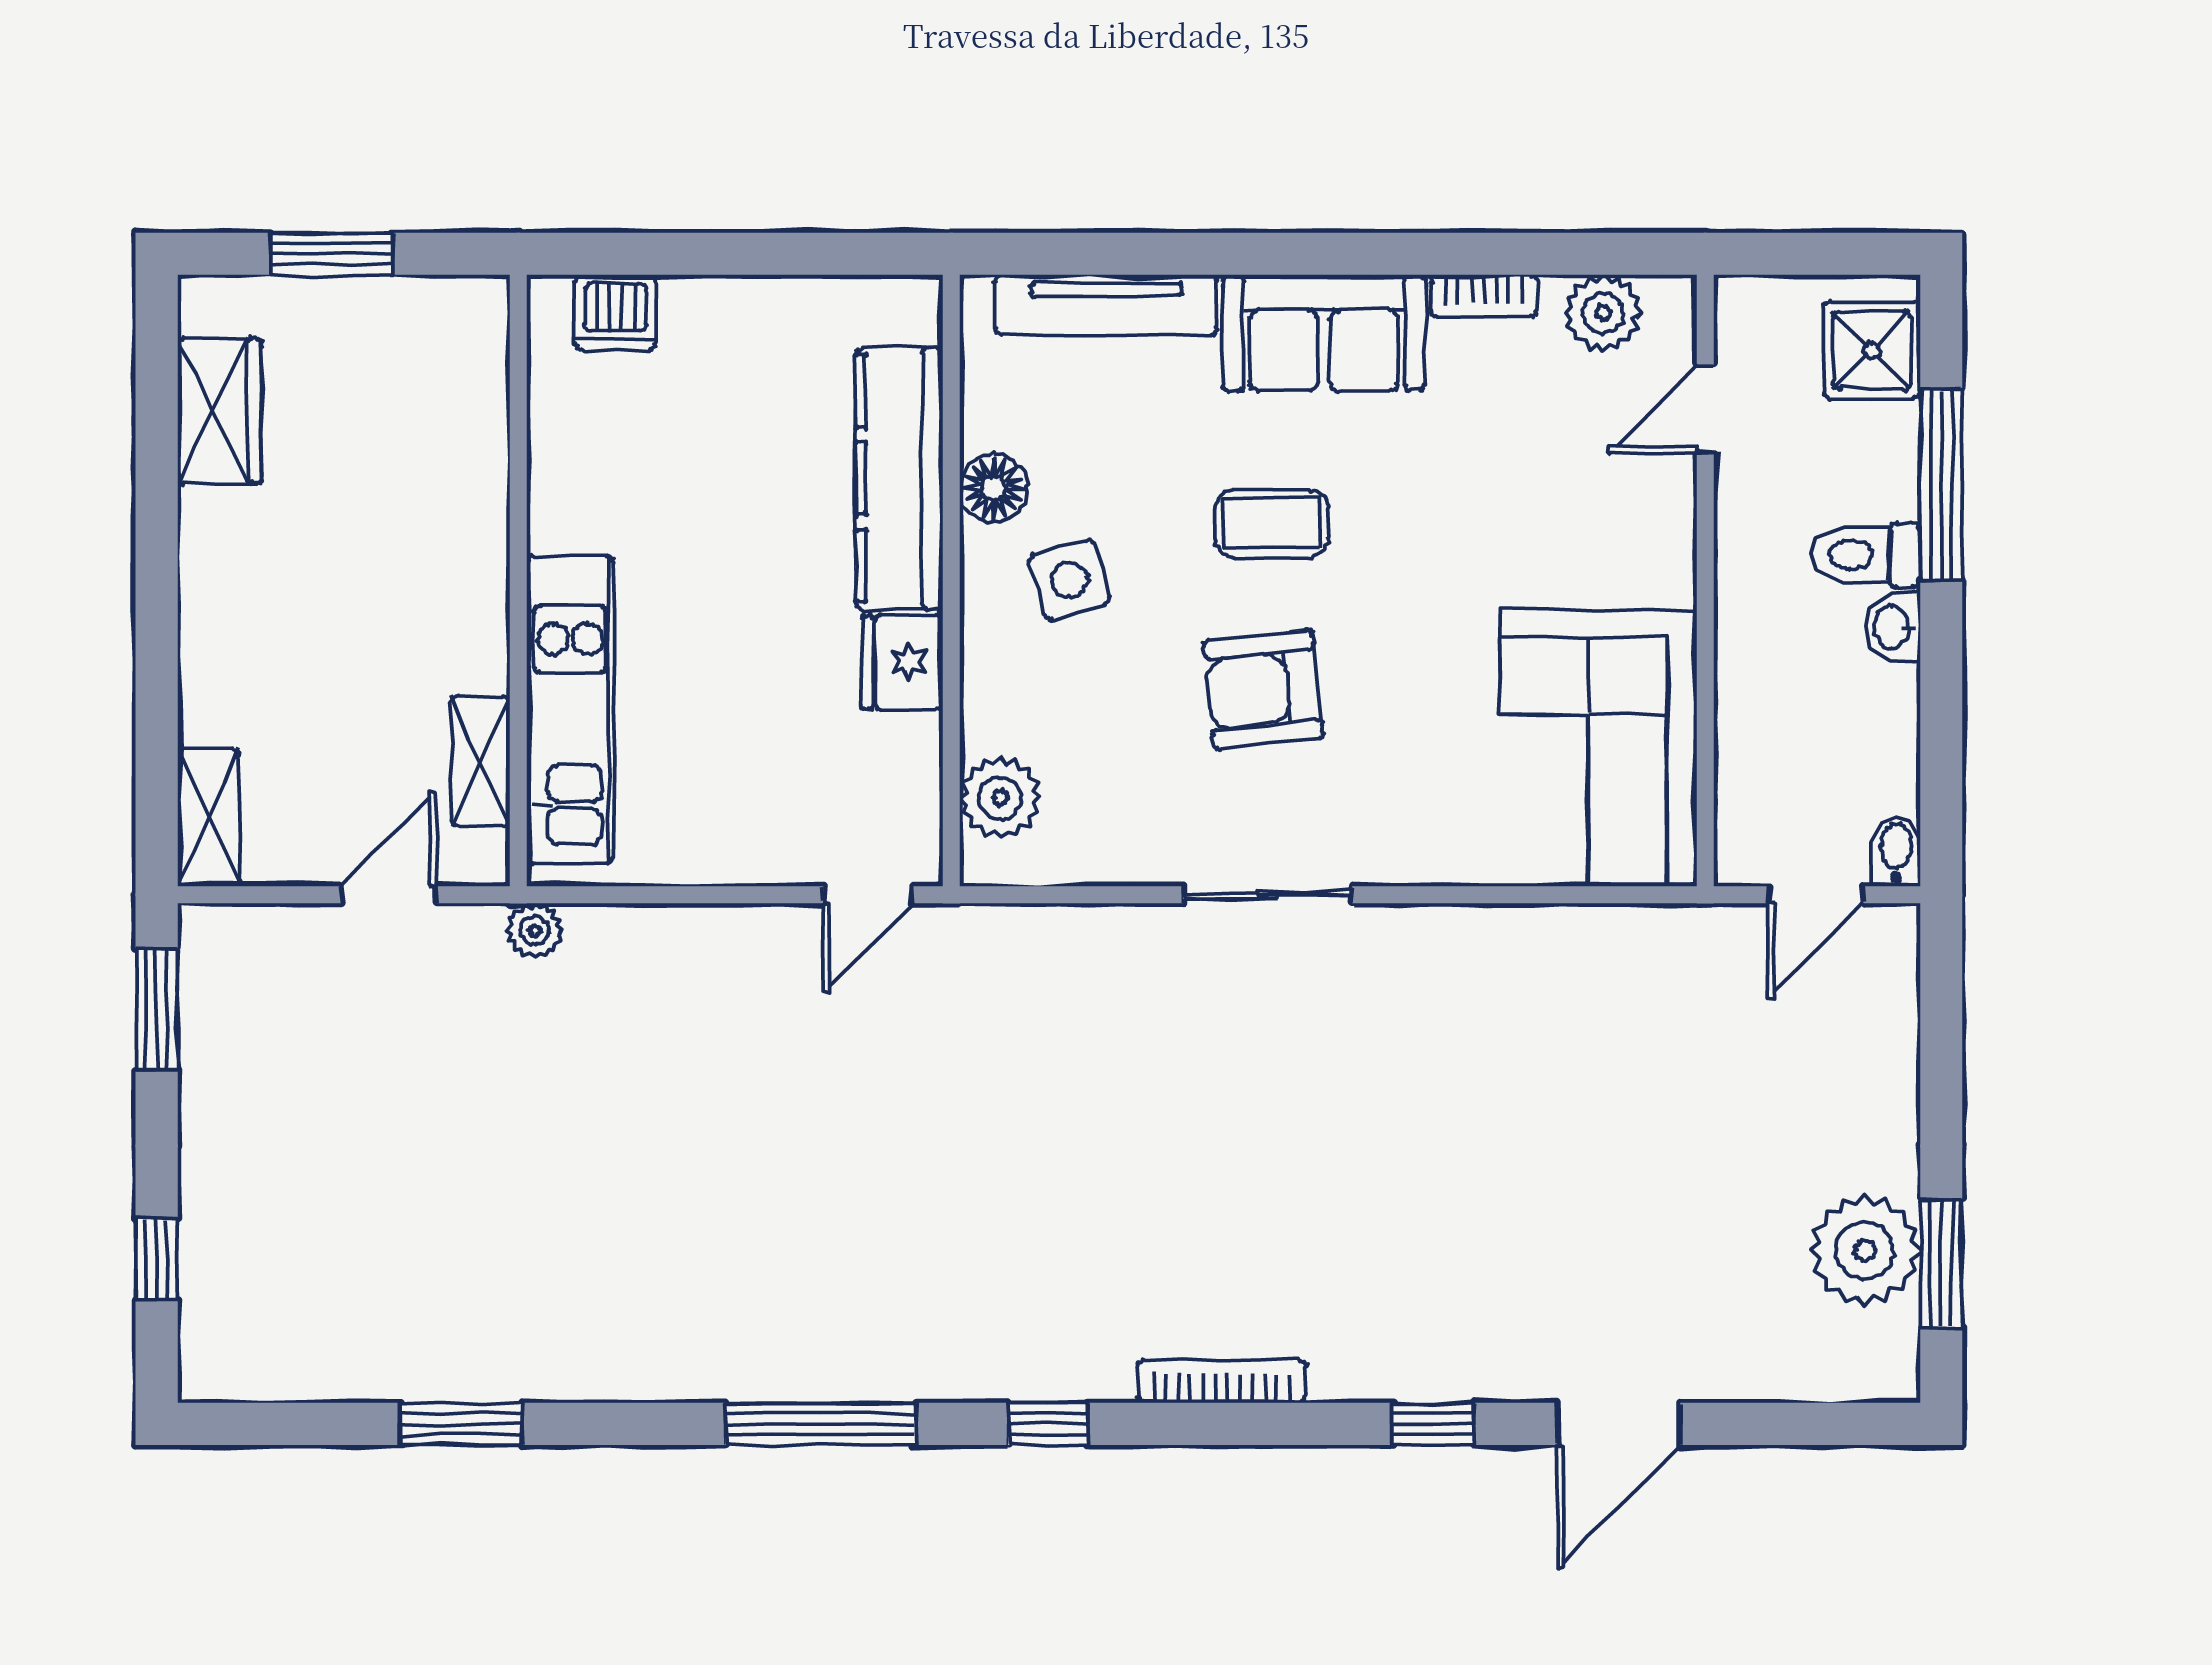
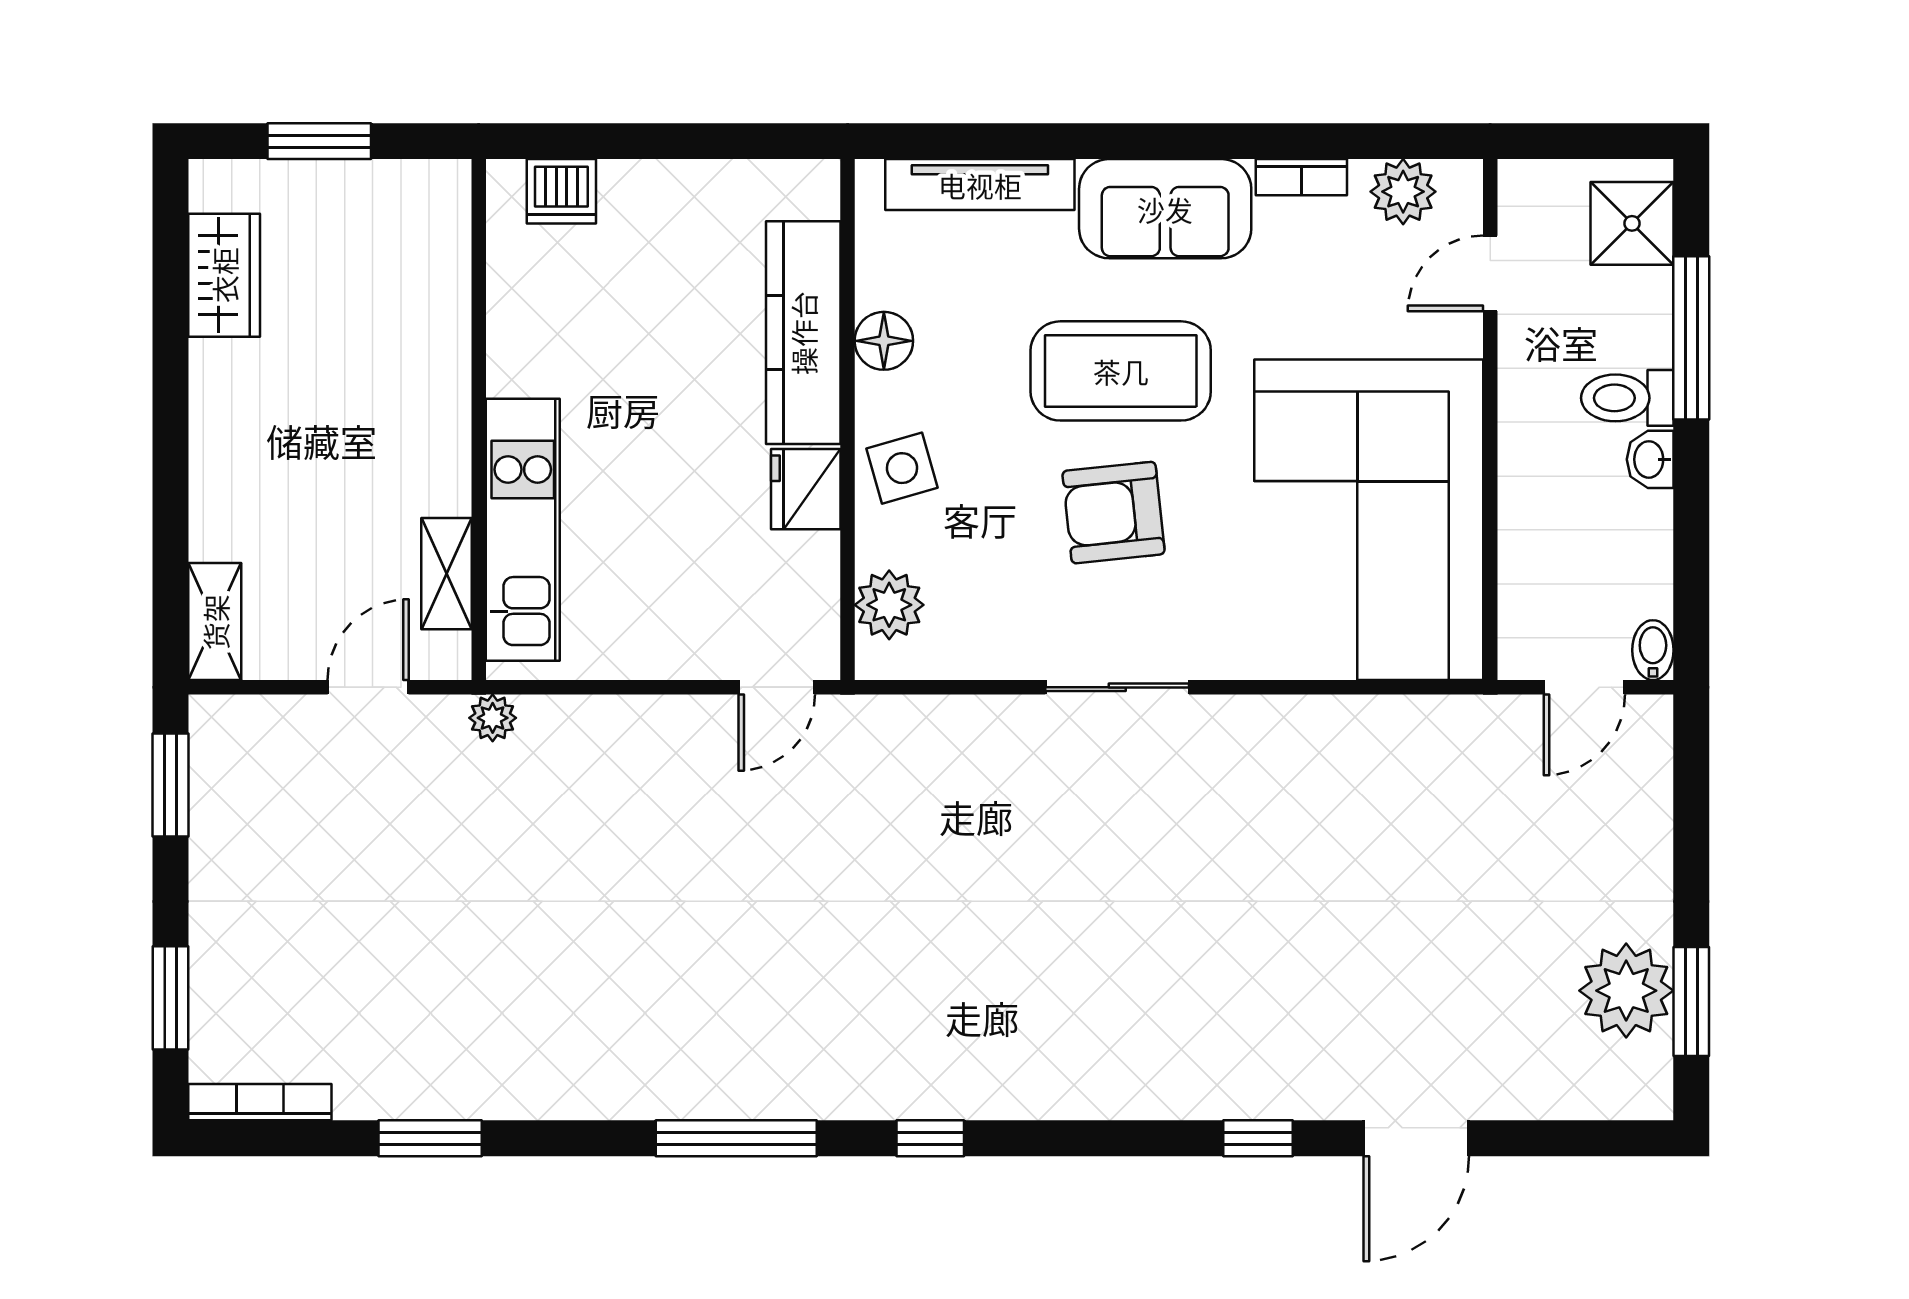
coffee table: (1272, 523) -> (1121, 371), width x1.86, depth x1.72
side table: (1069, 580) -> (902, 468), moved
corner sofa: (1598, 748) -> (1369, 520), width x1.36, depth x1.36
window: (157, 1259) -> (170, 998), width x1.50
bookcase: (1222, 1381) -> (260, 1102), moved

